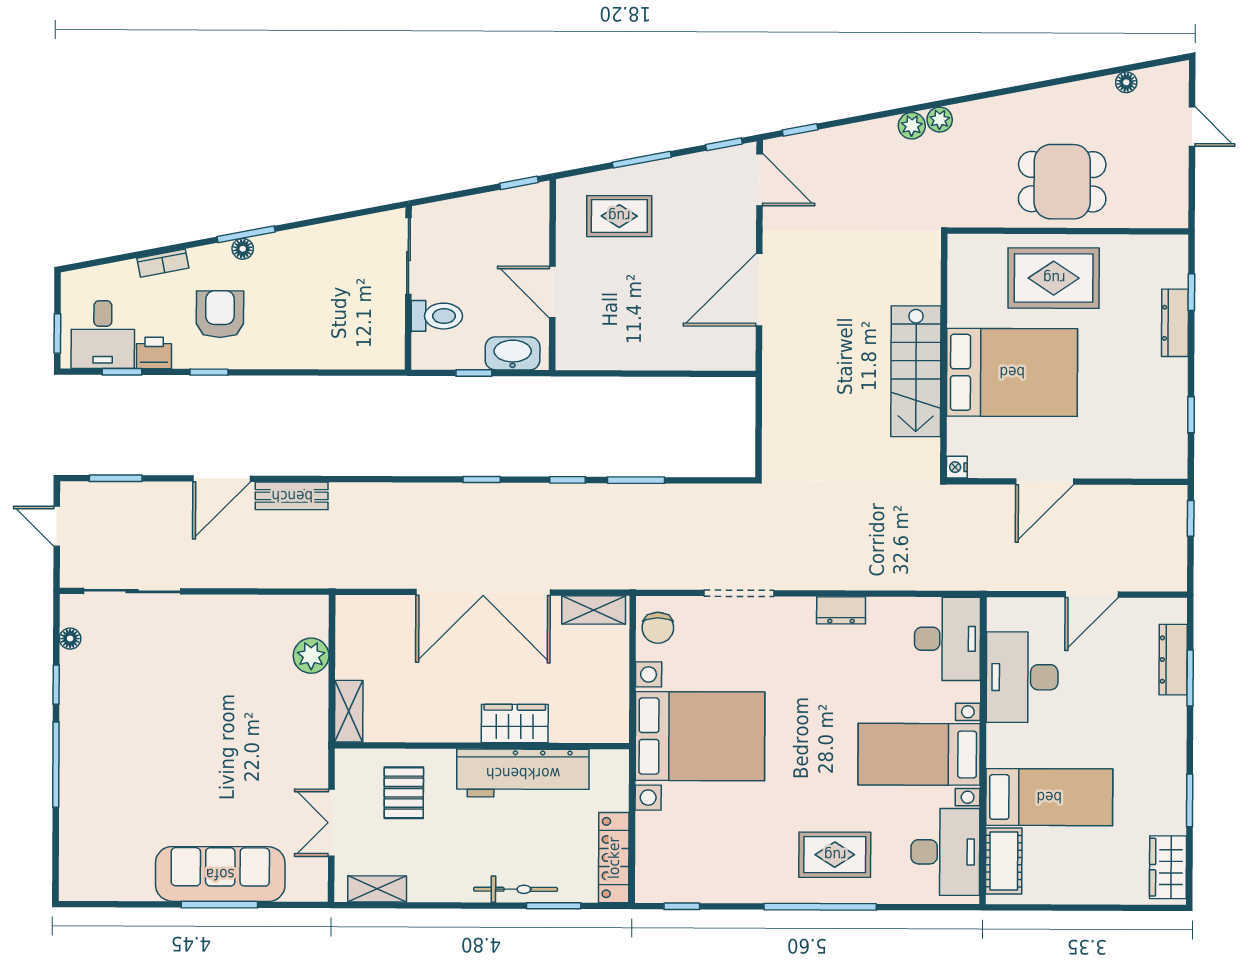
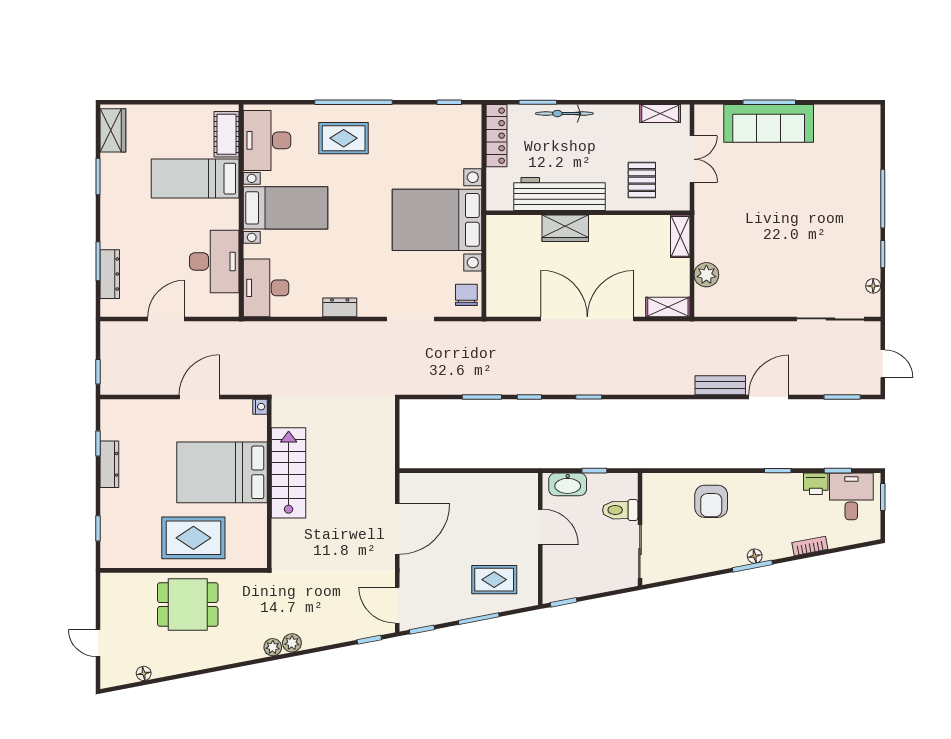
armchair: (220, 314) -> (711, 501), moved
dresser: (1175, 323) -> (109, 464), moved
shelving: (594, 610) -> (668, 307), moved

